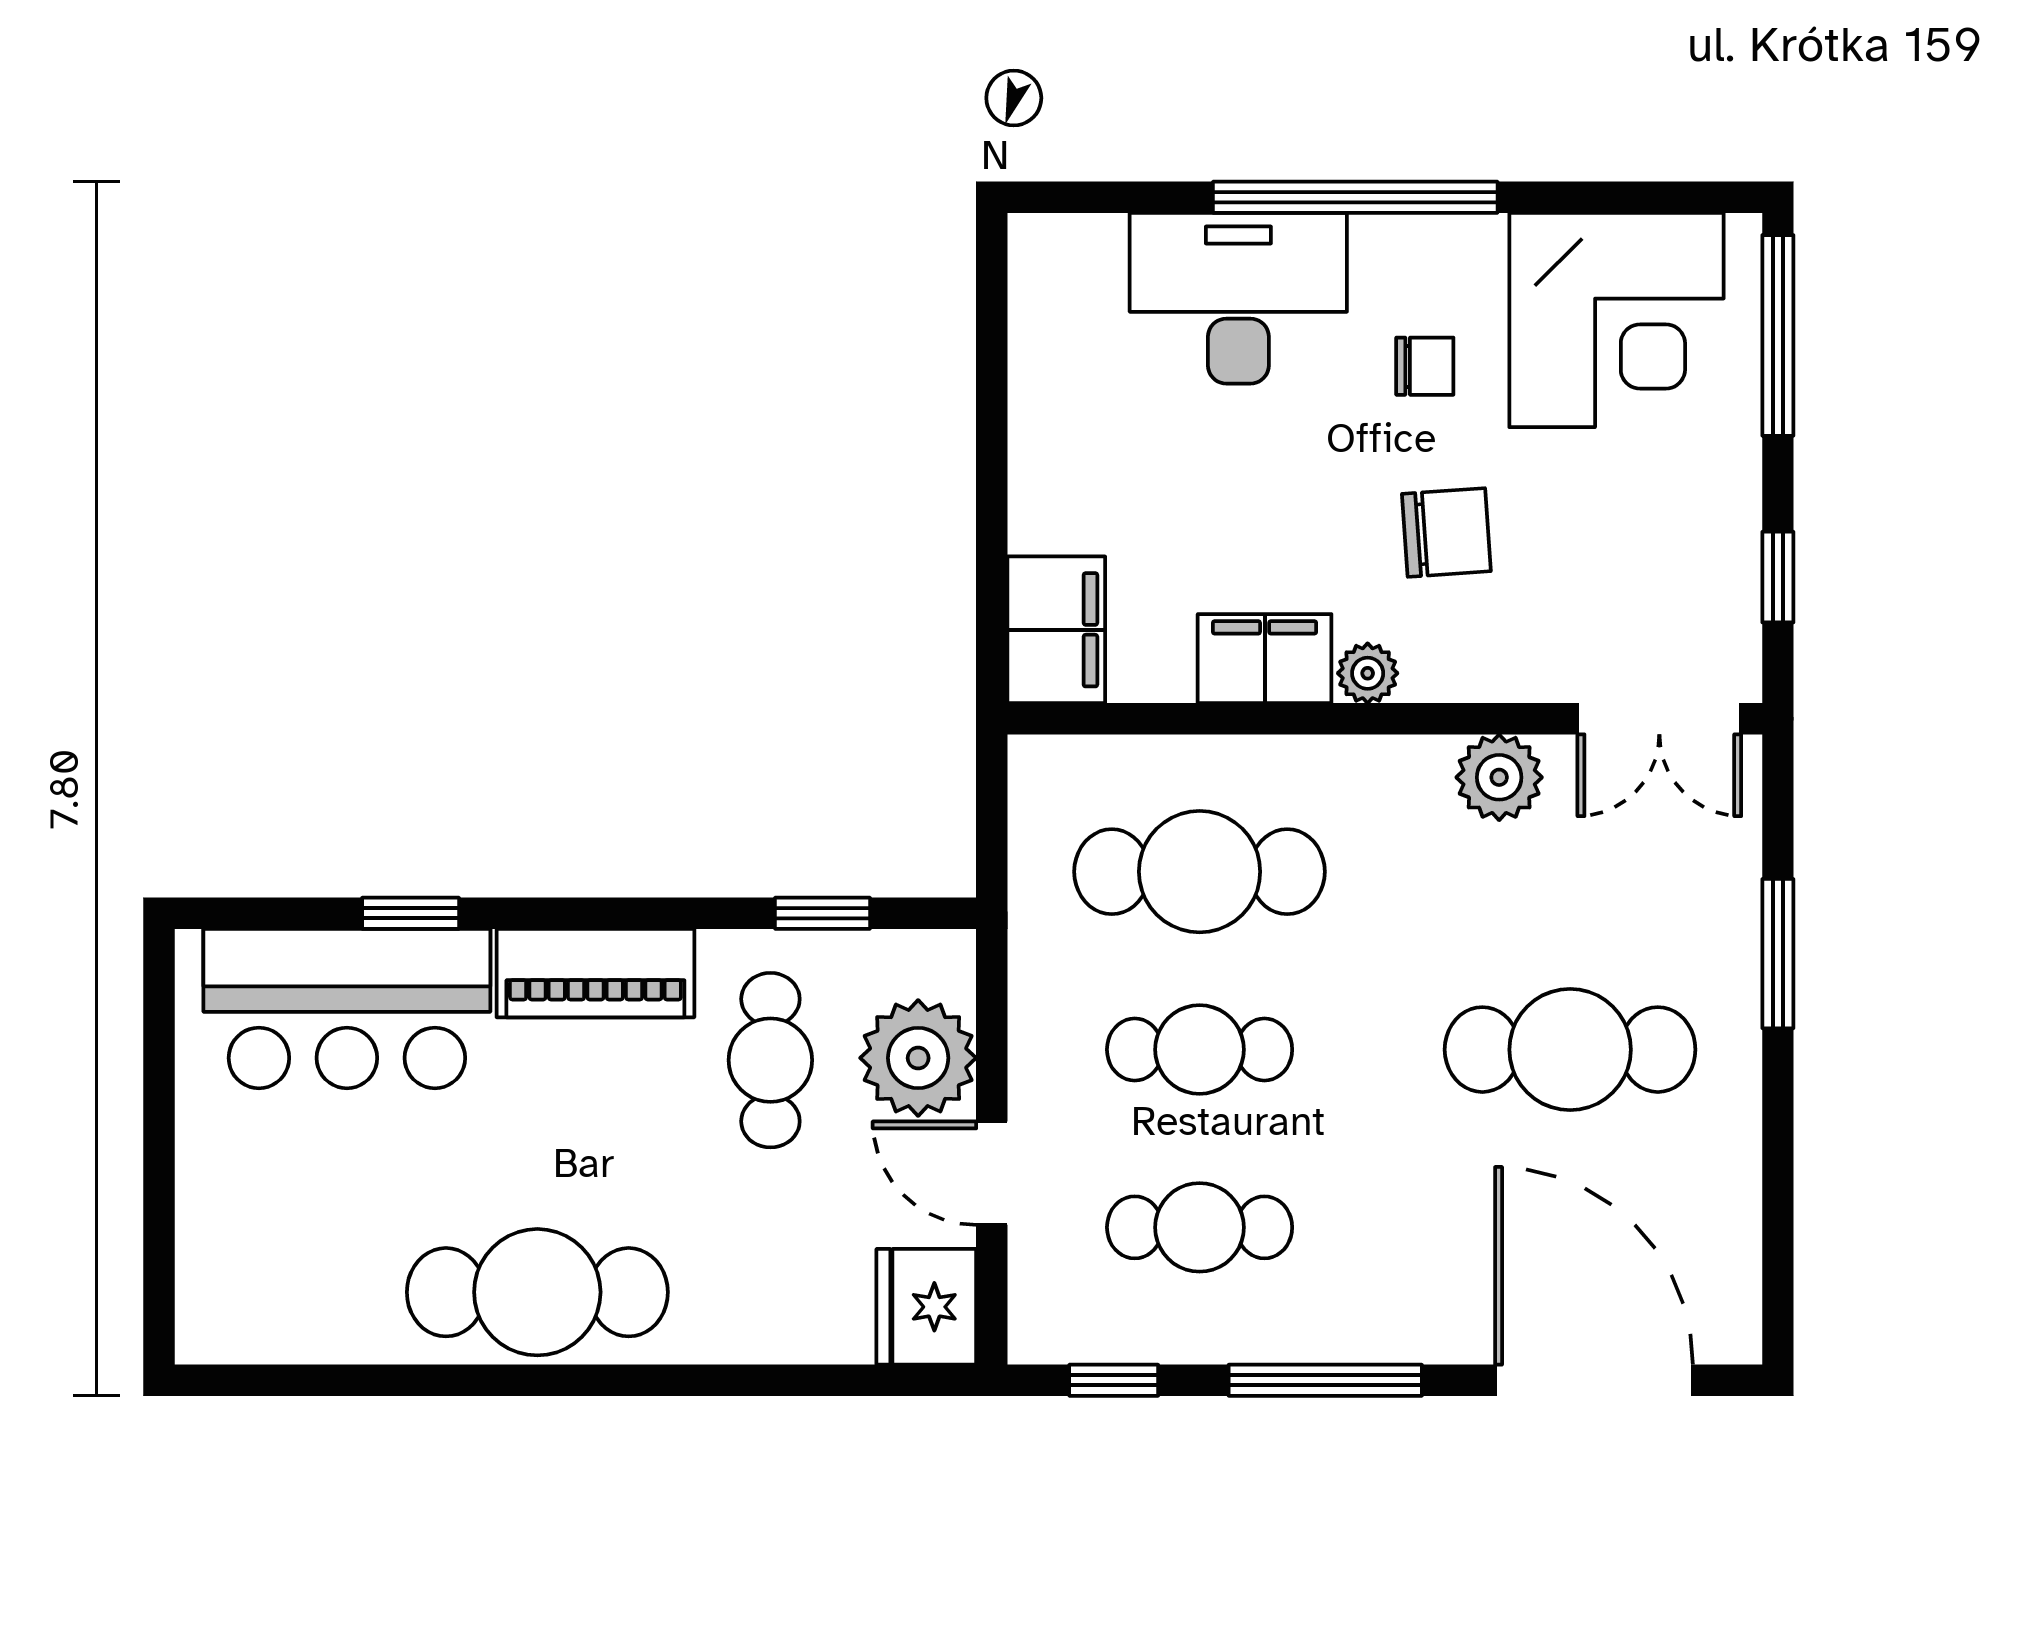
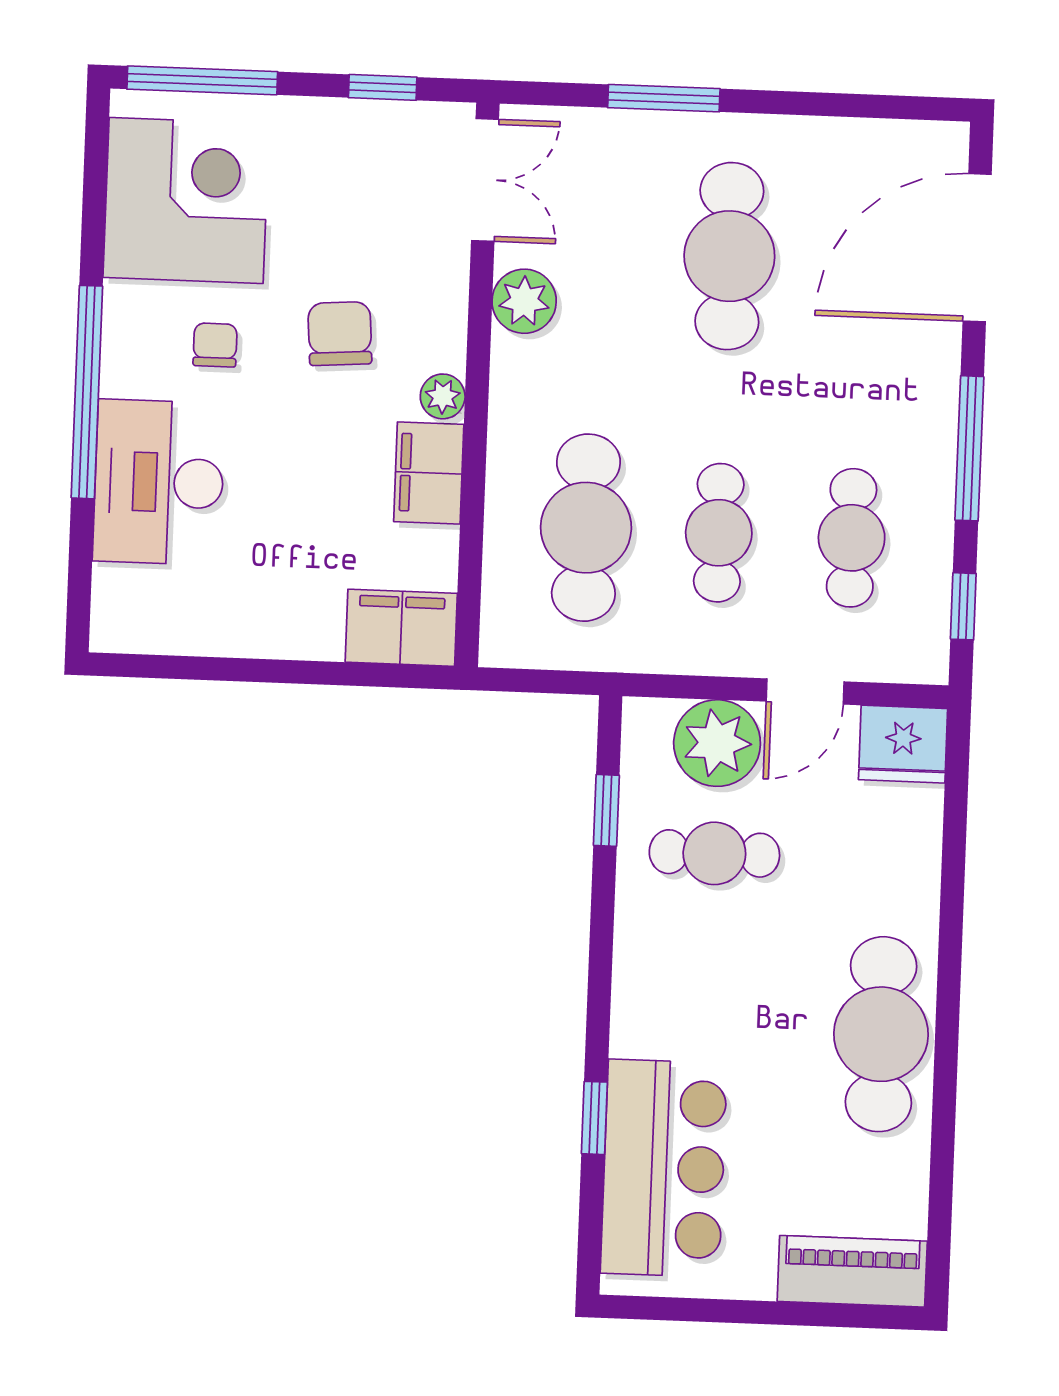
piano: (595, 973) -> (852, 1271), moved, turned -90

